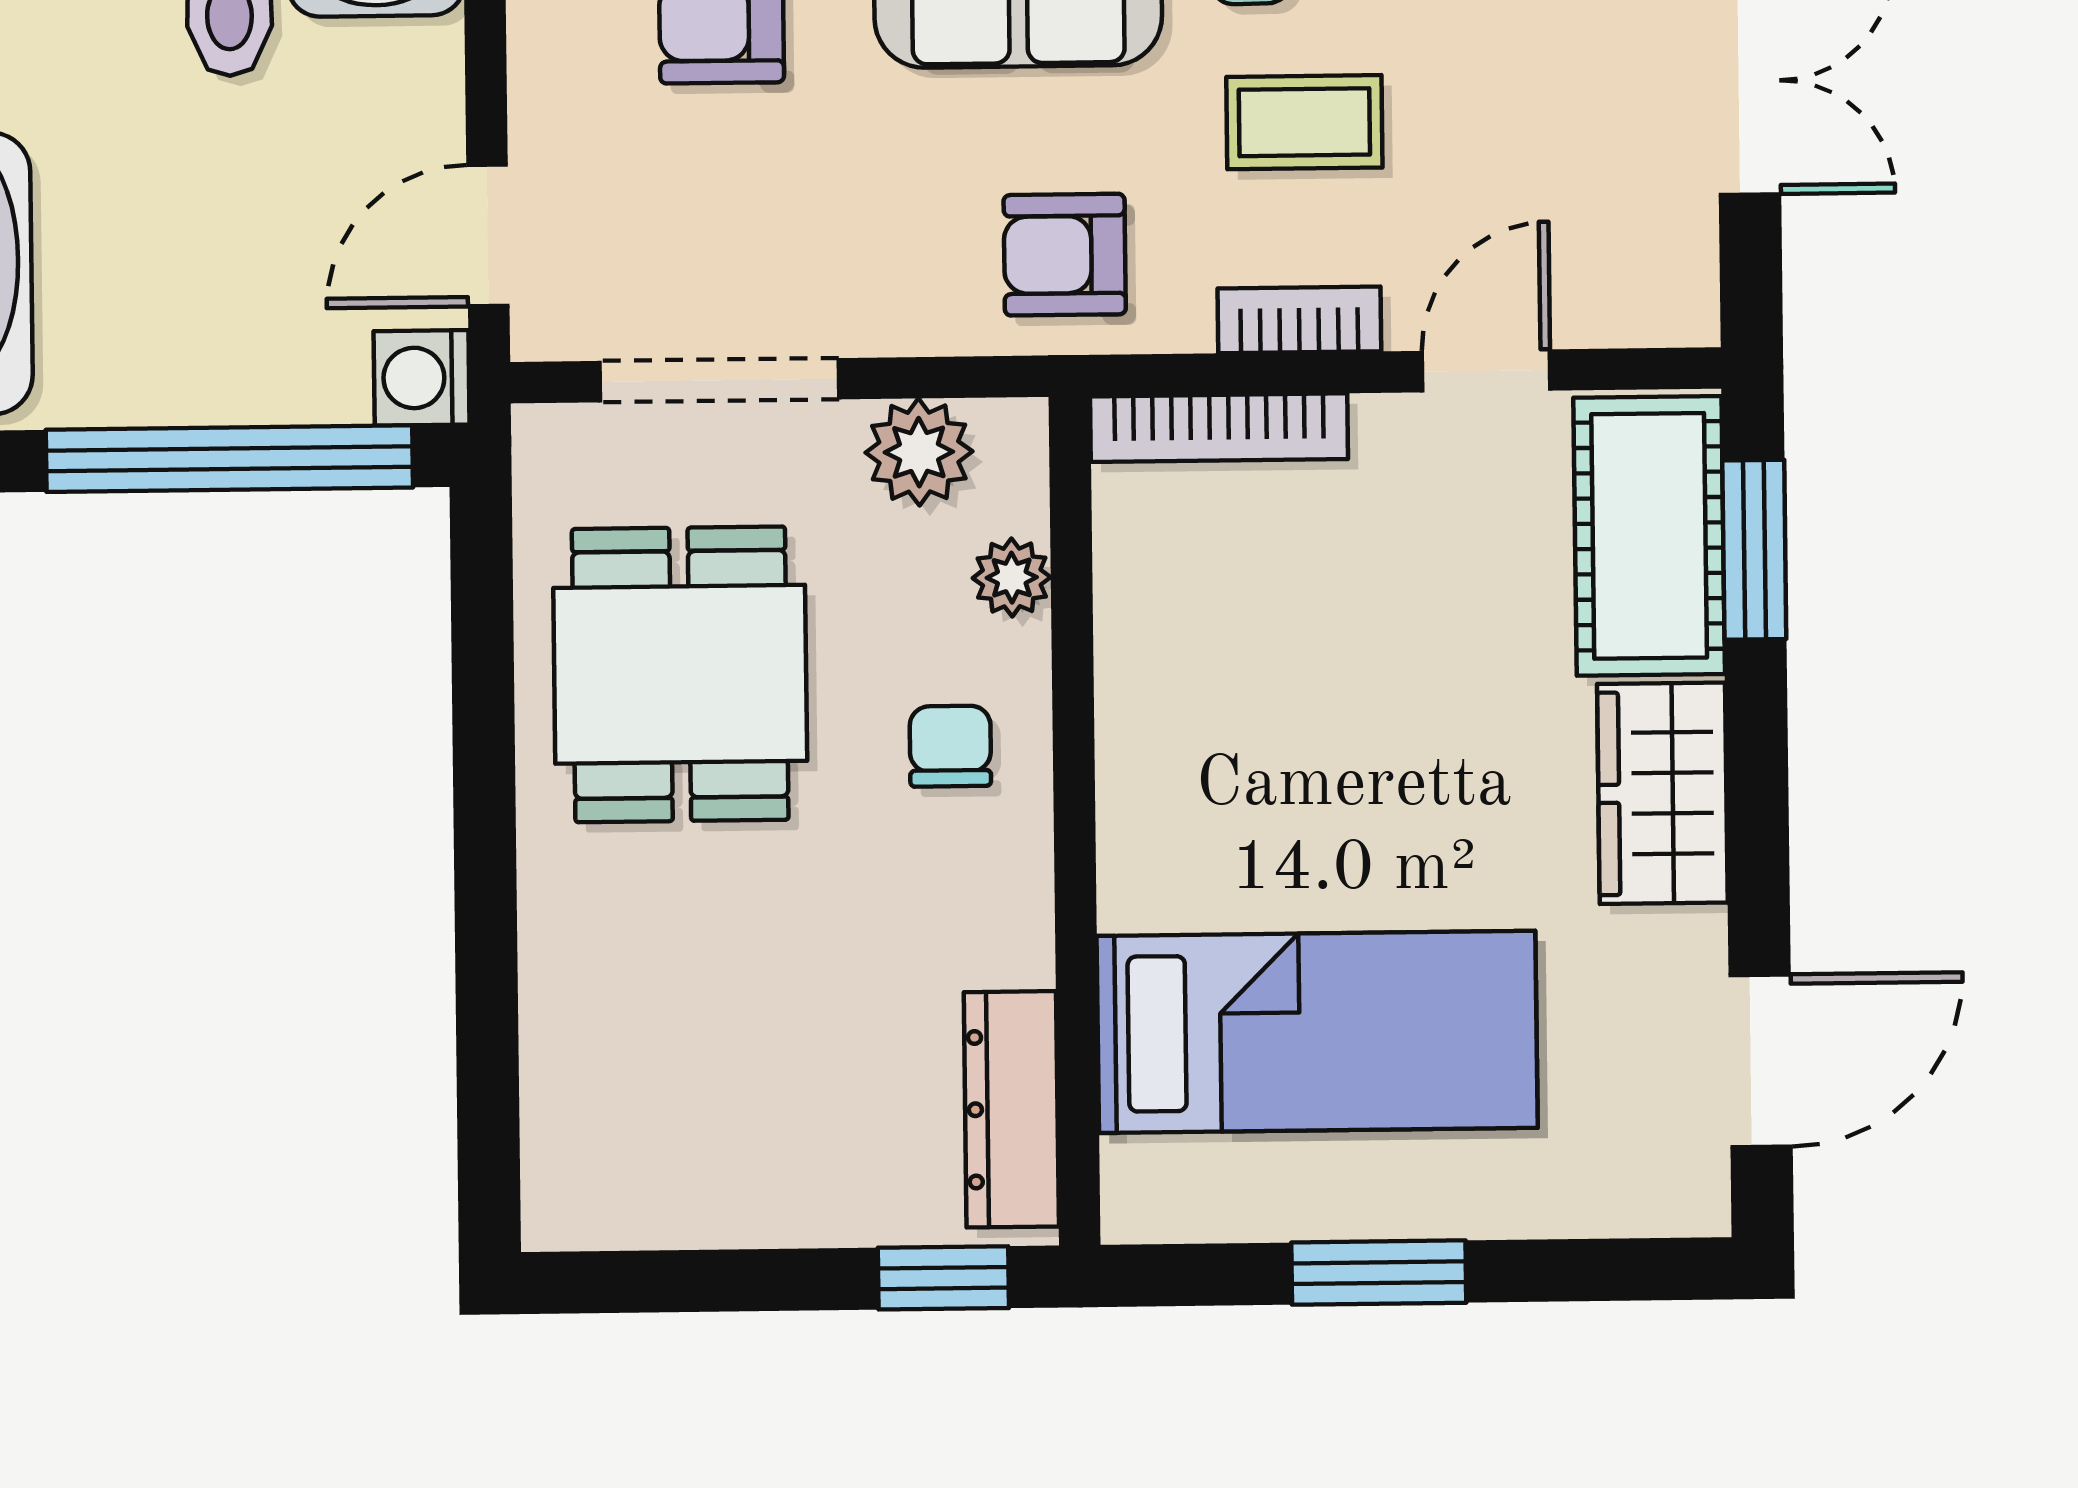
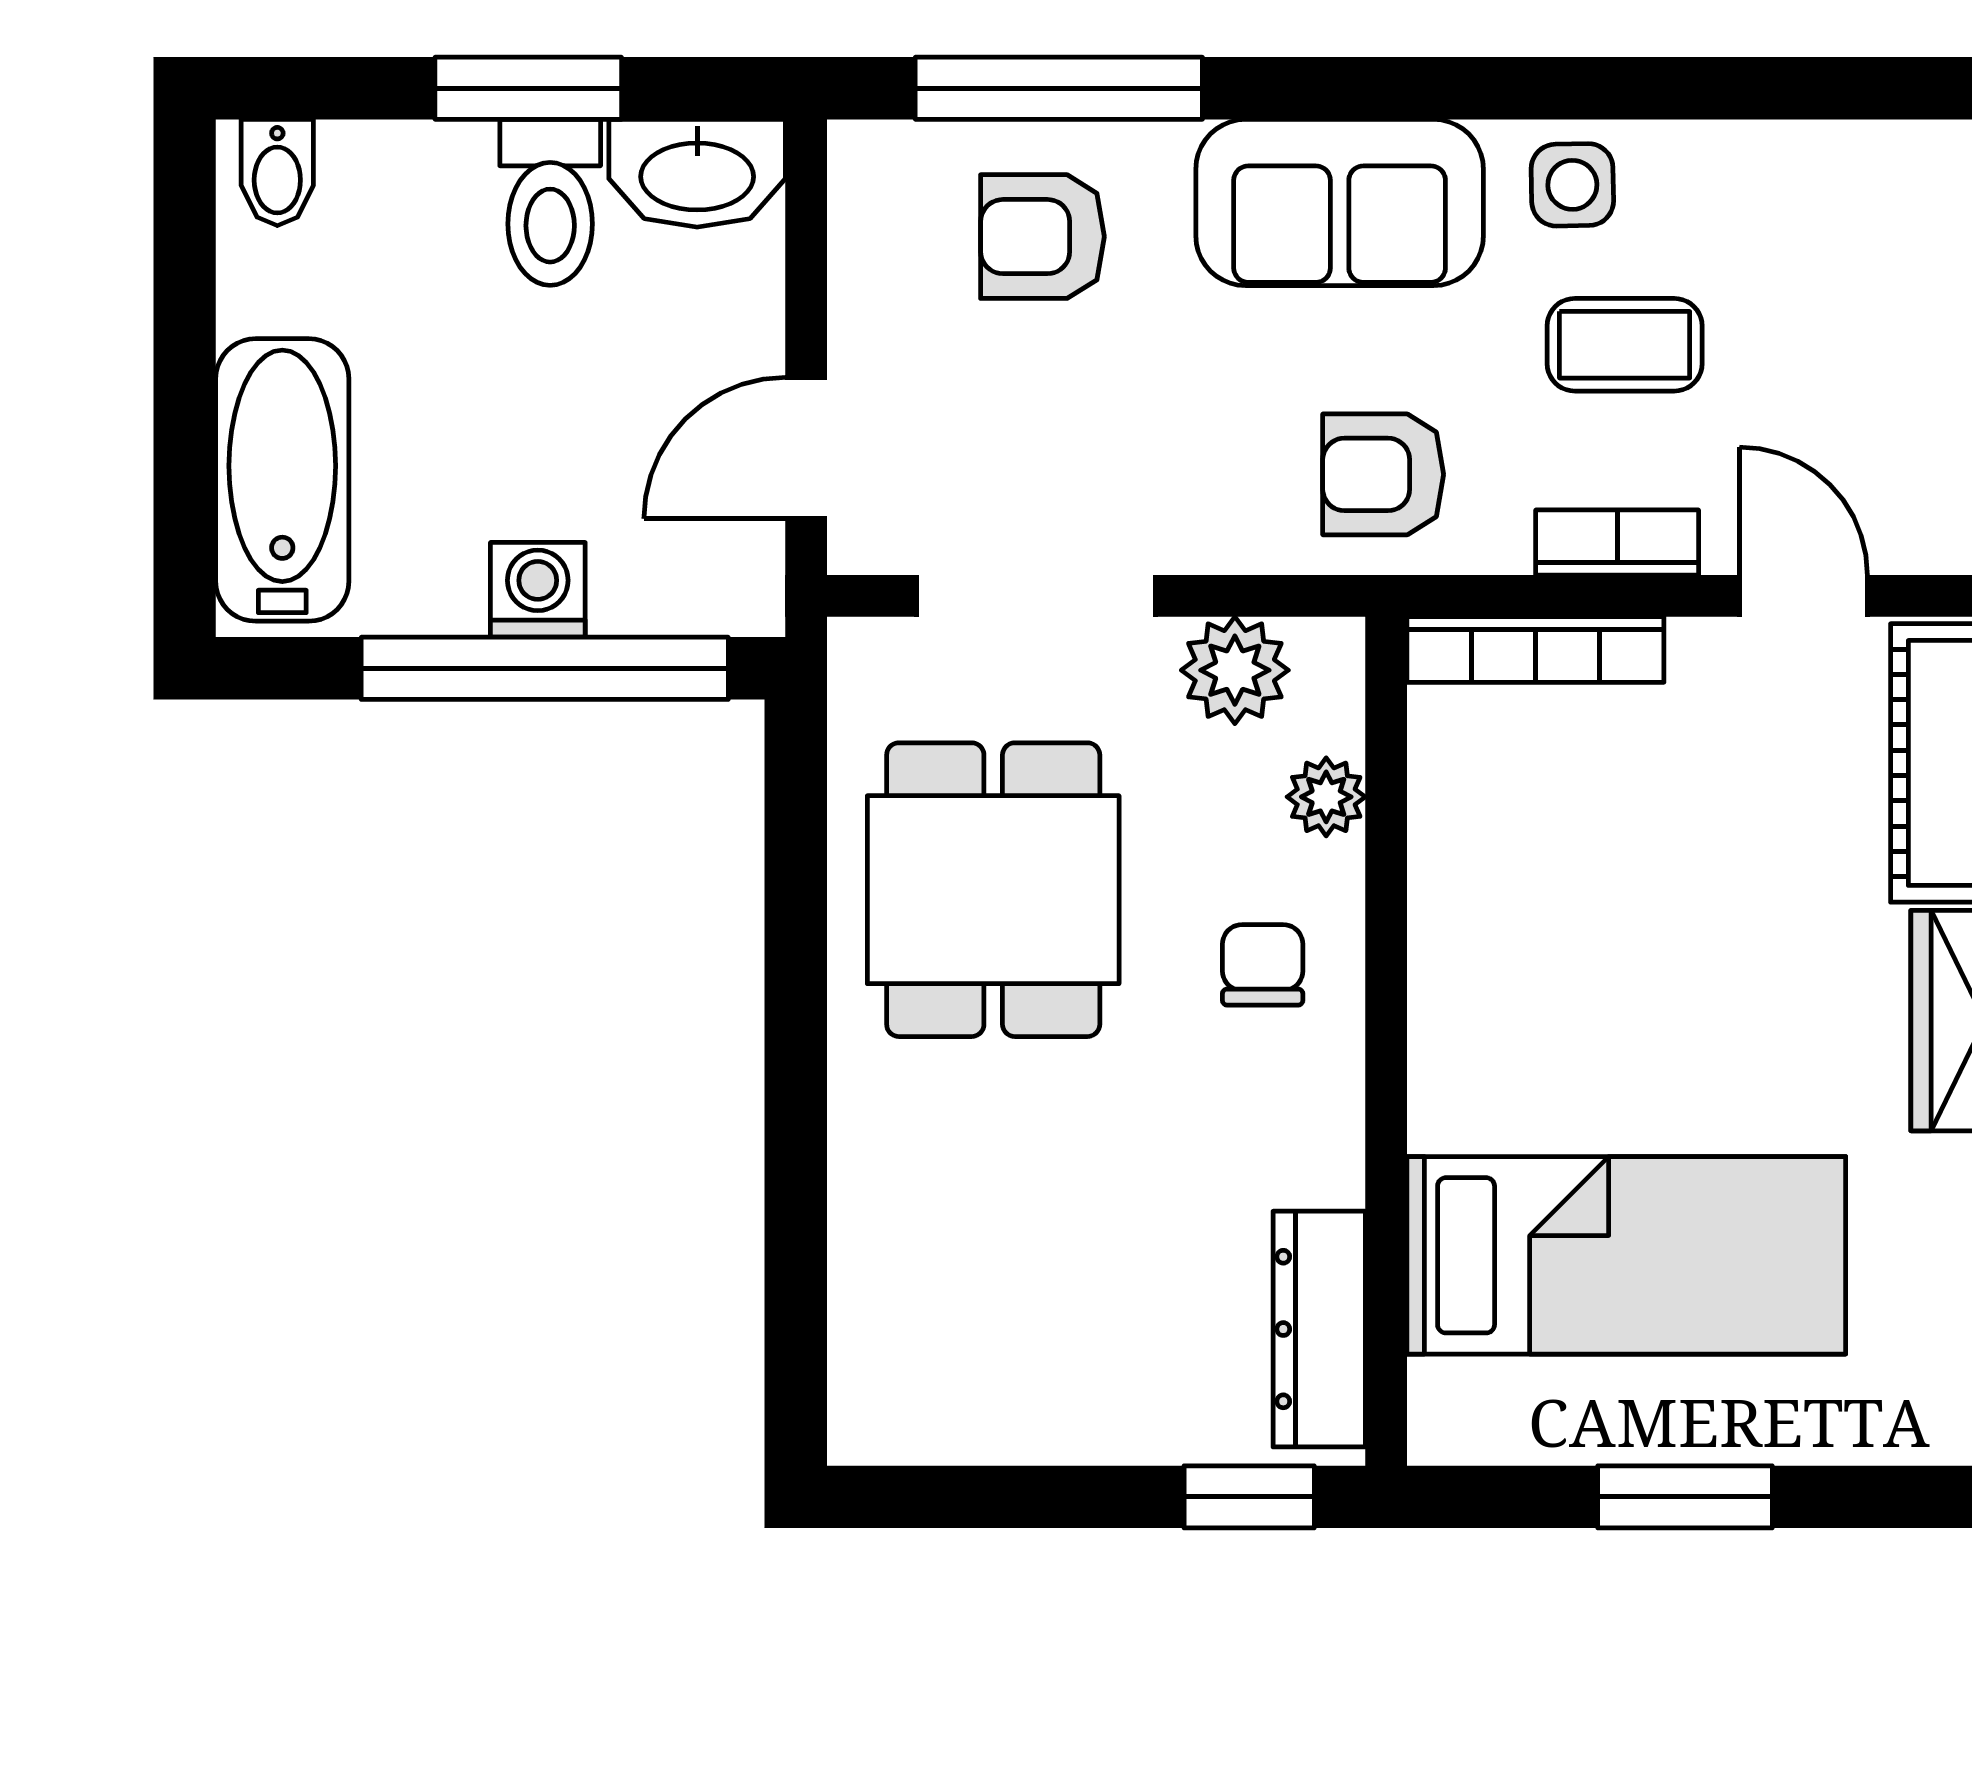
door: (1486, 371) -> (1803, 596), hinge flipped
washing machine: (422, 378) -> (538, 590), moved, turned 90

